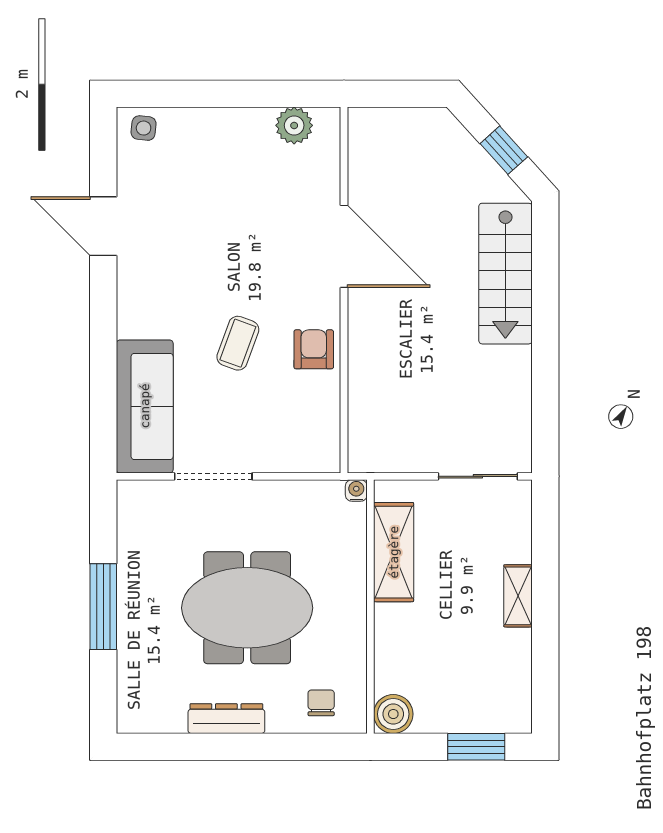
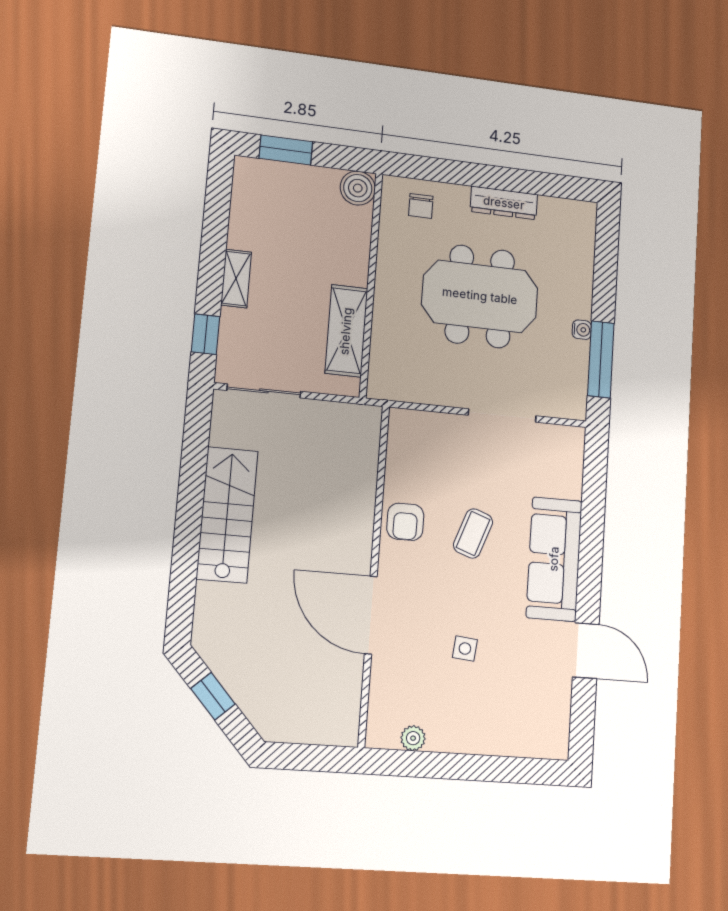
plant: (294, 125) -> (413, 738), width x0.73, depth x0.73
side table: (144, 128) -> (465, 649), moved
stairs: (505, 274) -> (227, 515), moved
sofa: (145, 406) -> (554, 559), moved
water cooler: (356, 490) -> (582, 330), moved, turned -90
window: (545, 531) -> (206, 334), added
window: (103, 607) -> (601, 359), moved

